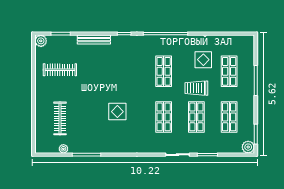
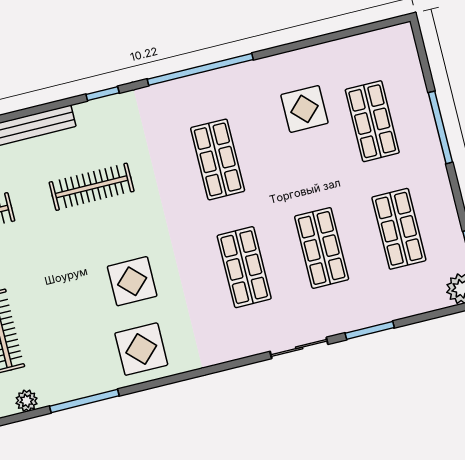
clothes rail: (111, 70) -> (92, 187), added
trolley: (196, 88) -> (305, 180), removed
display table: (114, 140) -> (141, 349), added

